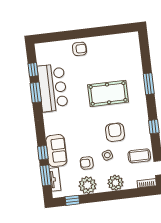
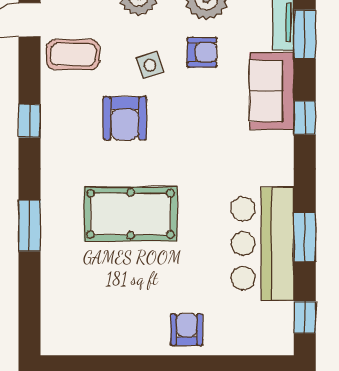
armchair: (79, 49) -> (187, 330), turned 90
window: (33, 70) -> (305, 317), moved
window: (43, 153) -> (305, 118), moved

